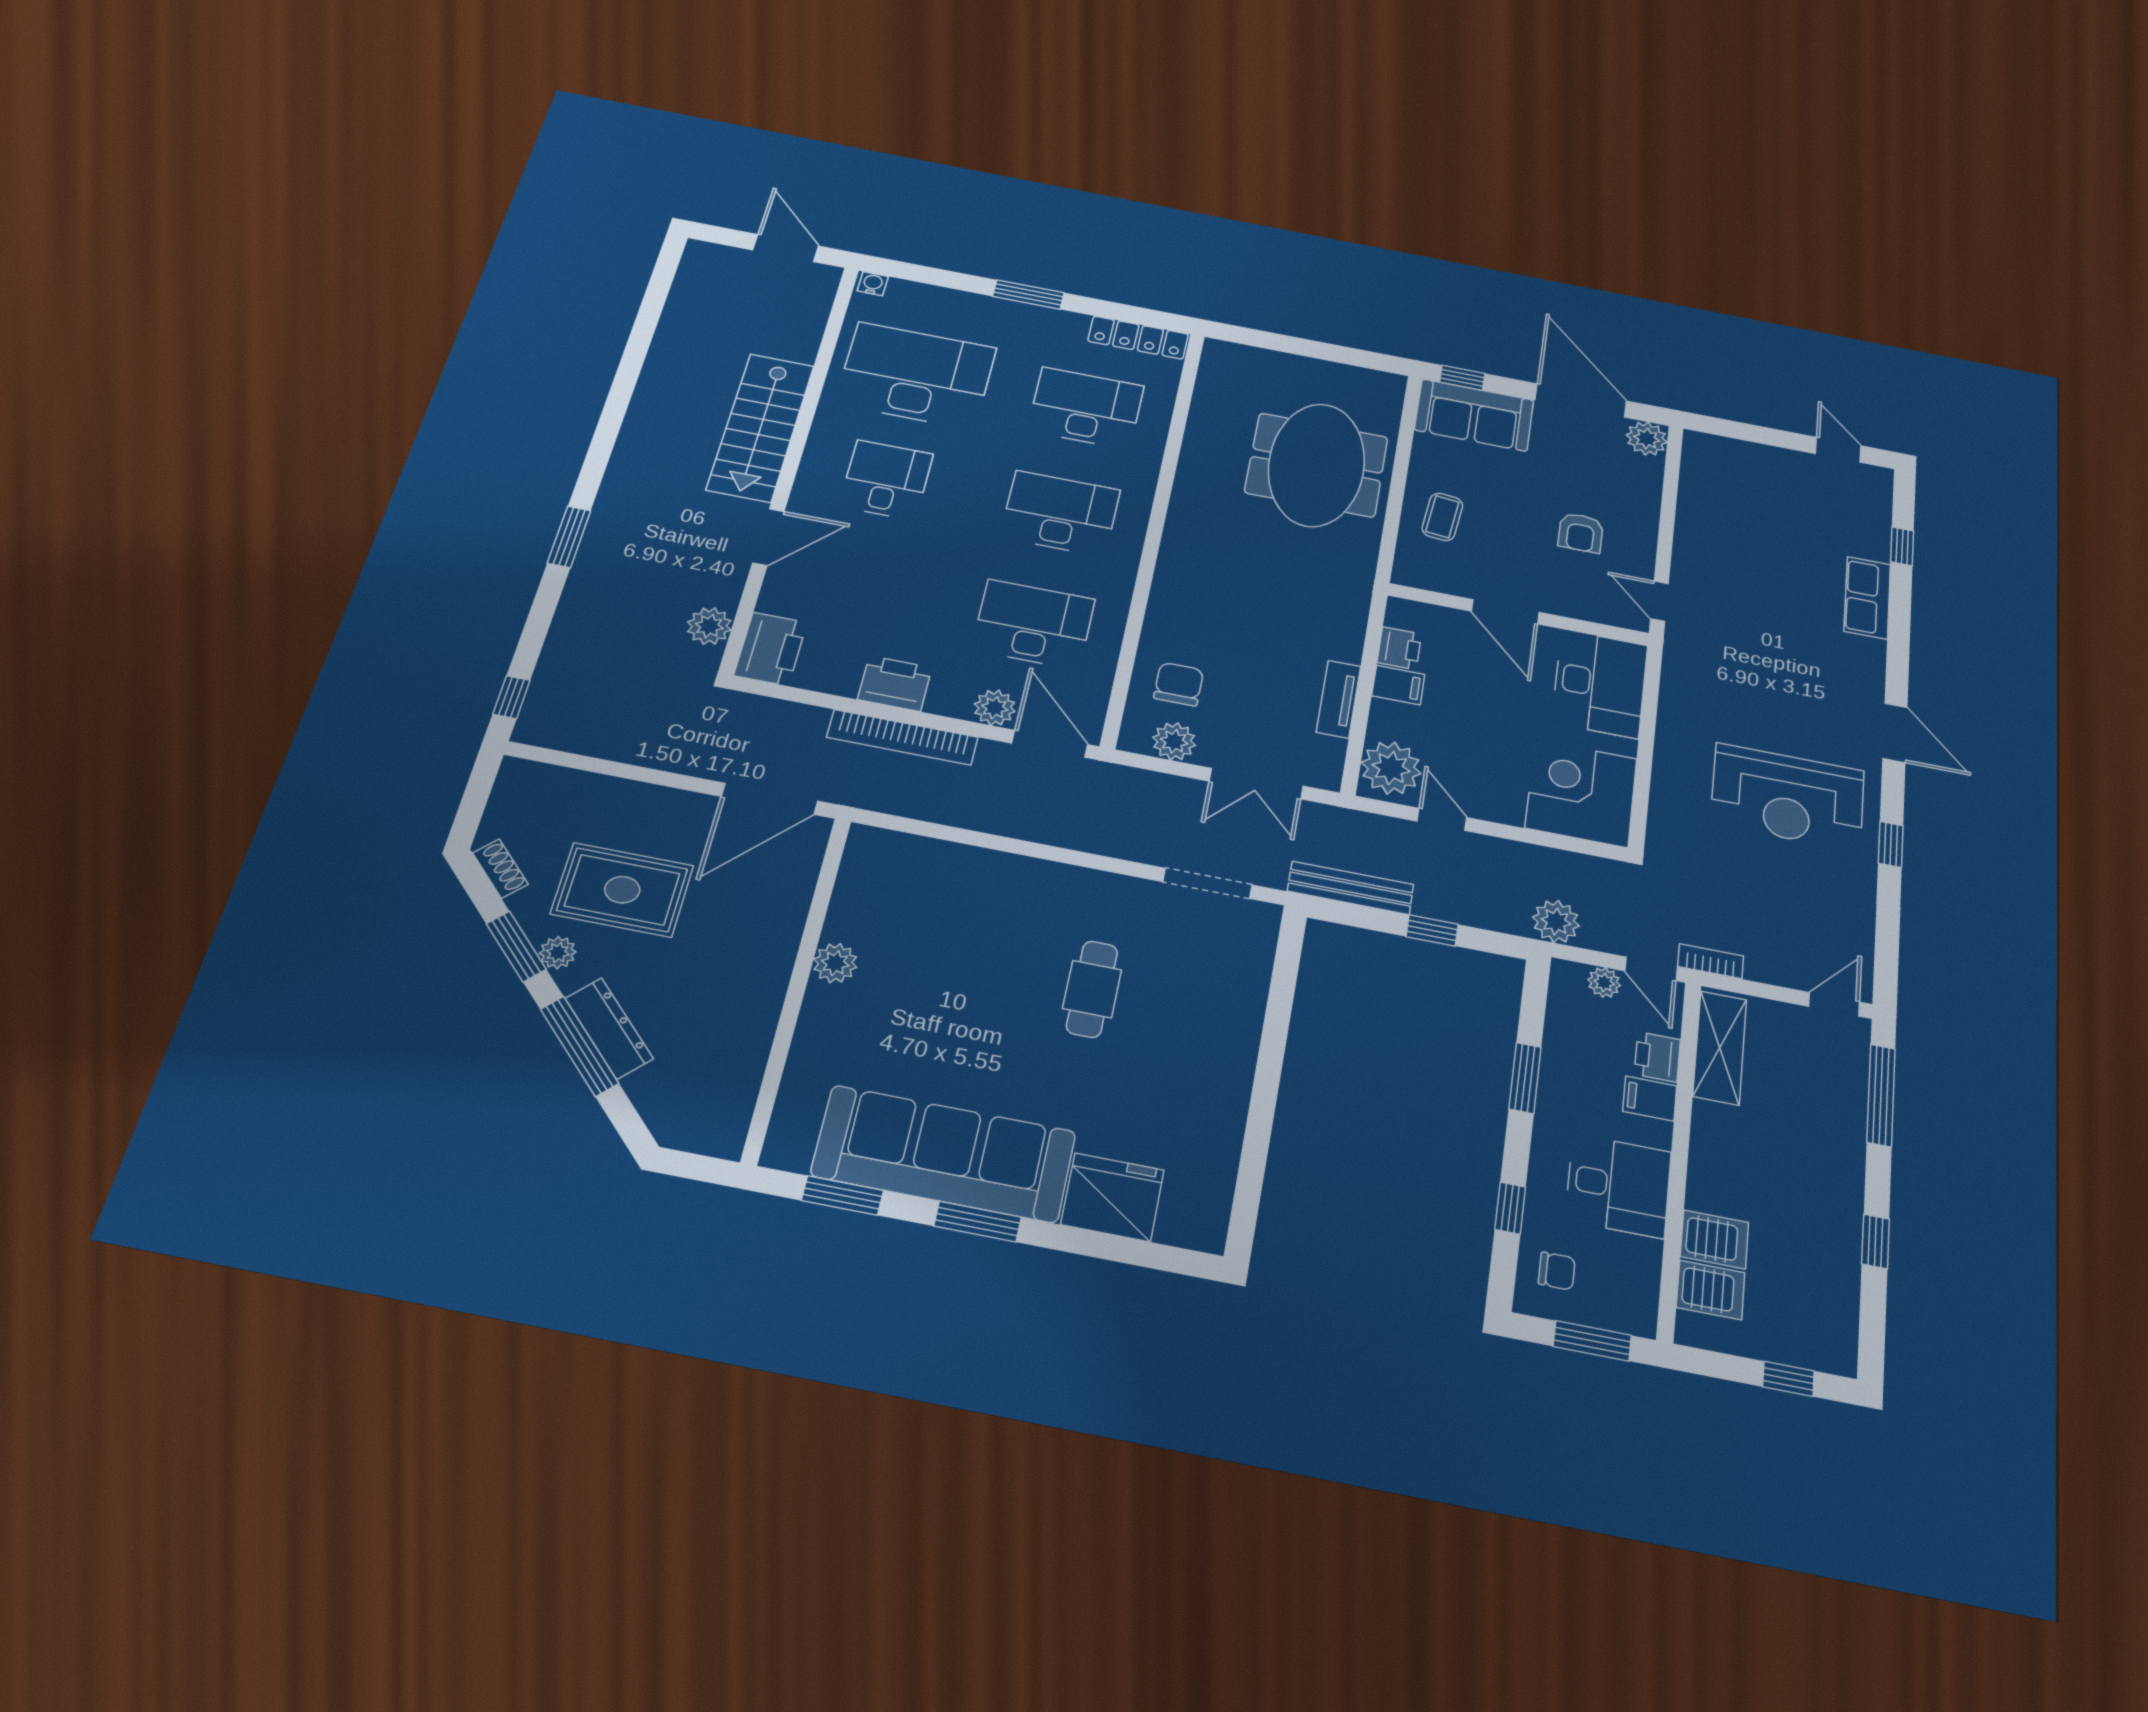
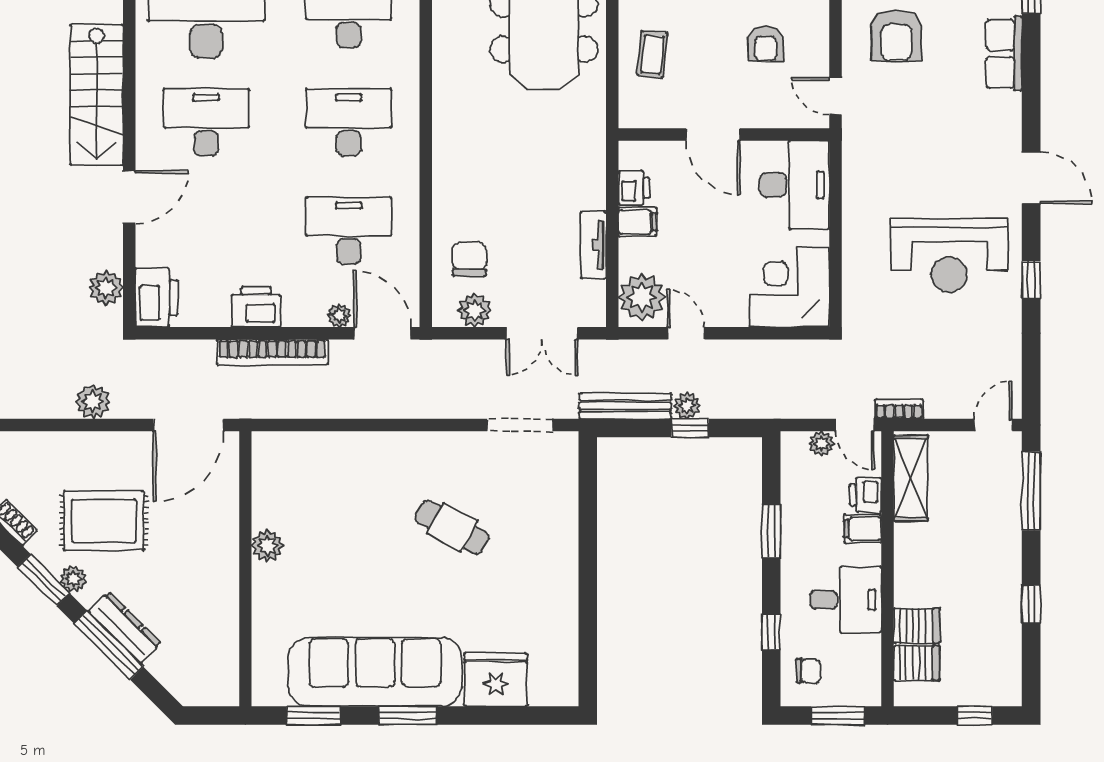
desk: (886, 480) -> (206, 122), width x1.37
armchair: (1738, 555) -> (896, 35), added
plant: (995, 708) -> (339, 316), width x0.73, depth x0.73
plant: (652, 748) -> (93, 402), added
plant: (1556, 921) -> (687, 406), moved, width x0.73, depth x0.73
cafe table: (1092, 989) -> (452, 527), turned -61

